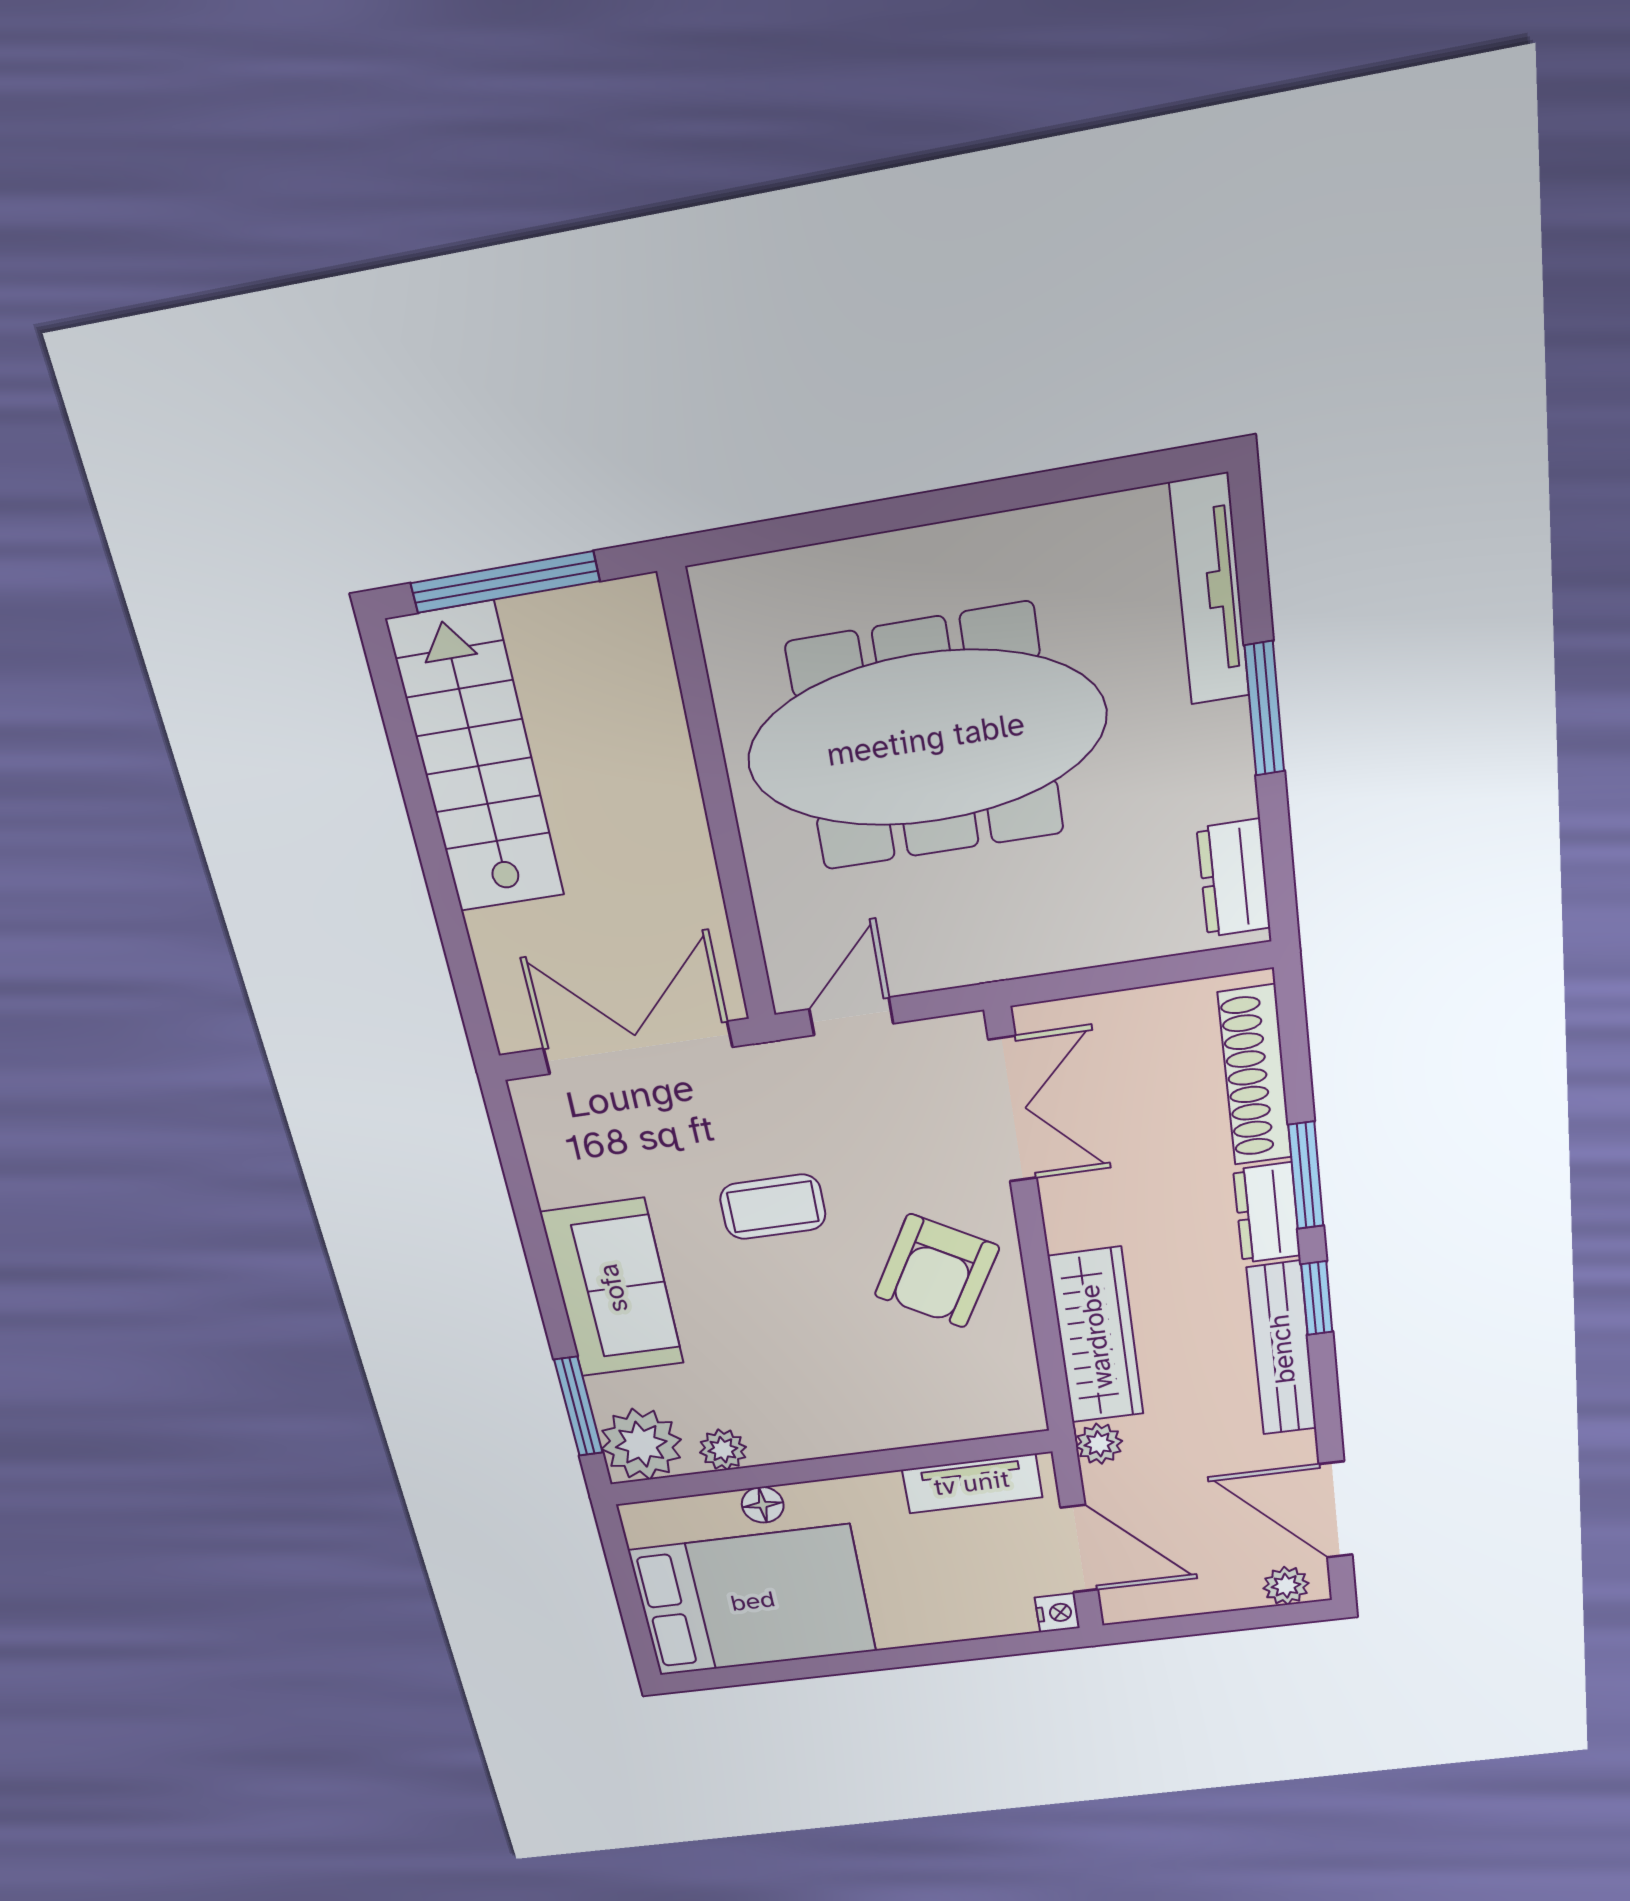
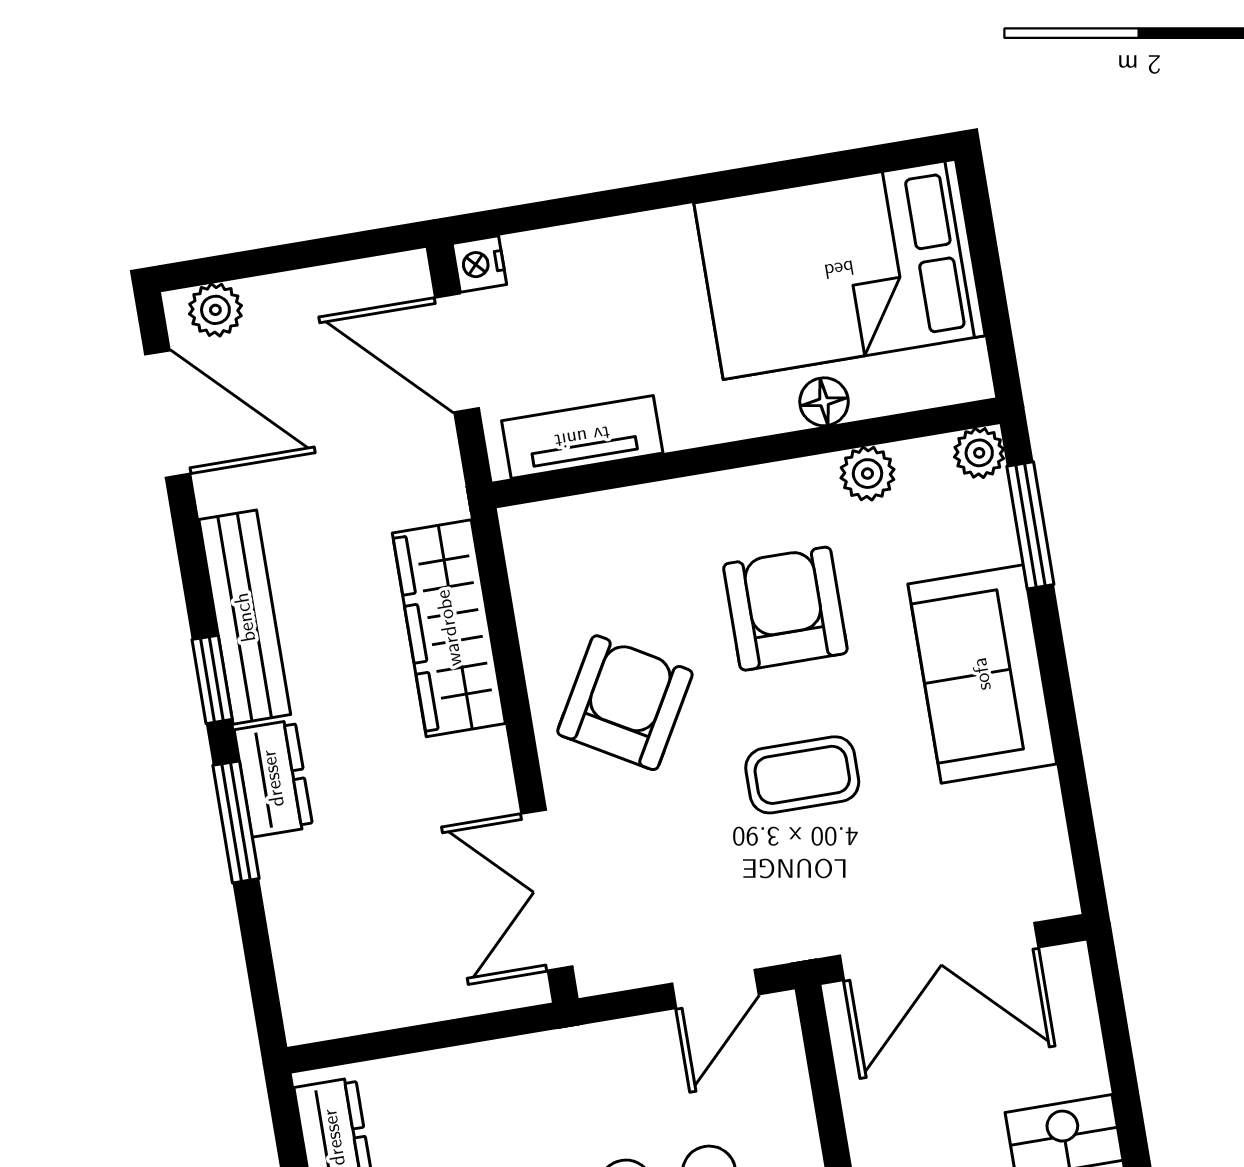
shoe rack: (1255, 1076) -> (298, 932), removed
armchair: (792, 1345) -> (785, 609), added
plant: (641, 1444) -> (979, 453), width x0.53, depth x0.53
plant: (1099, 1444) -> (440, 493), removed

